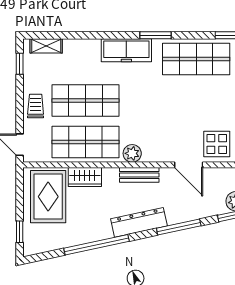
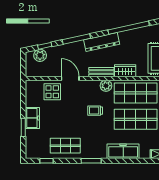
freezer: (126, 50) -> (123, 151), moved
shop shelf: (196, 59) -> (65, 146), width x0.70, depth x0.74
trolley: (149, 114) -> (95, 111), added
wardrobe: (85, 177) -> (125, 71), moved

